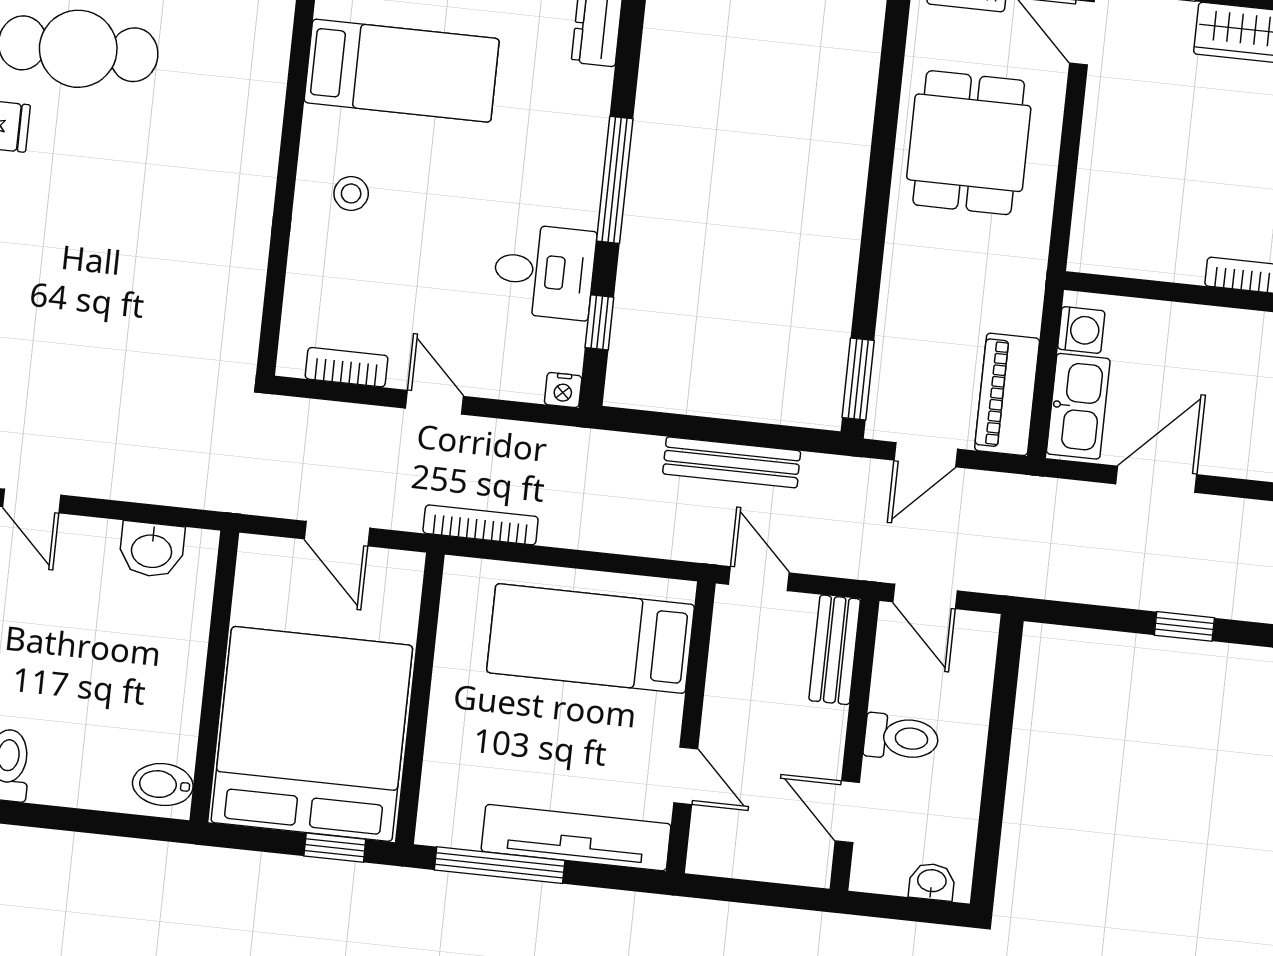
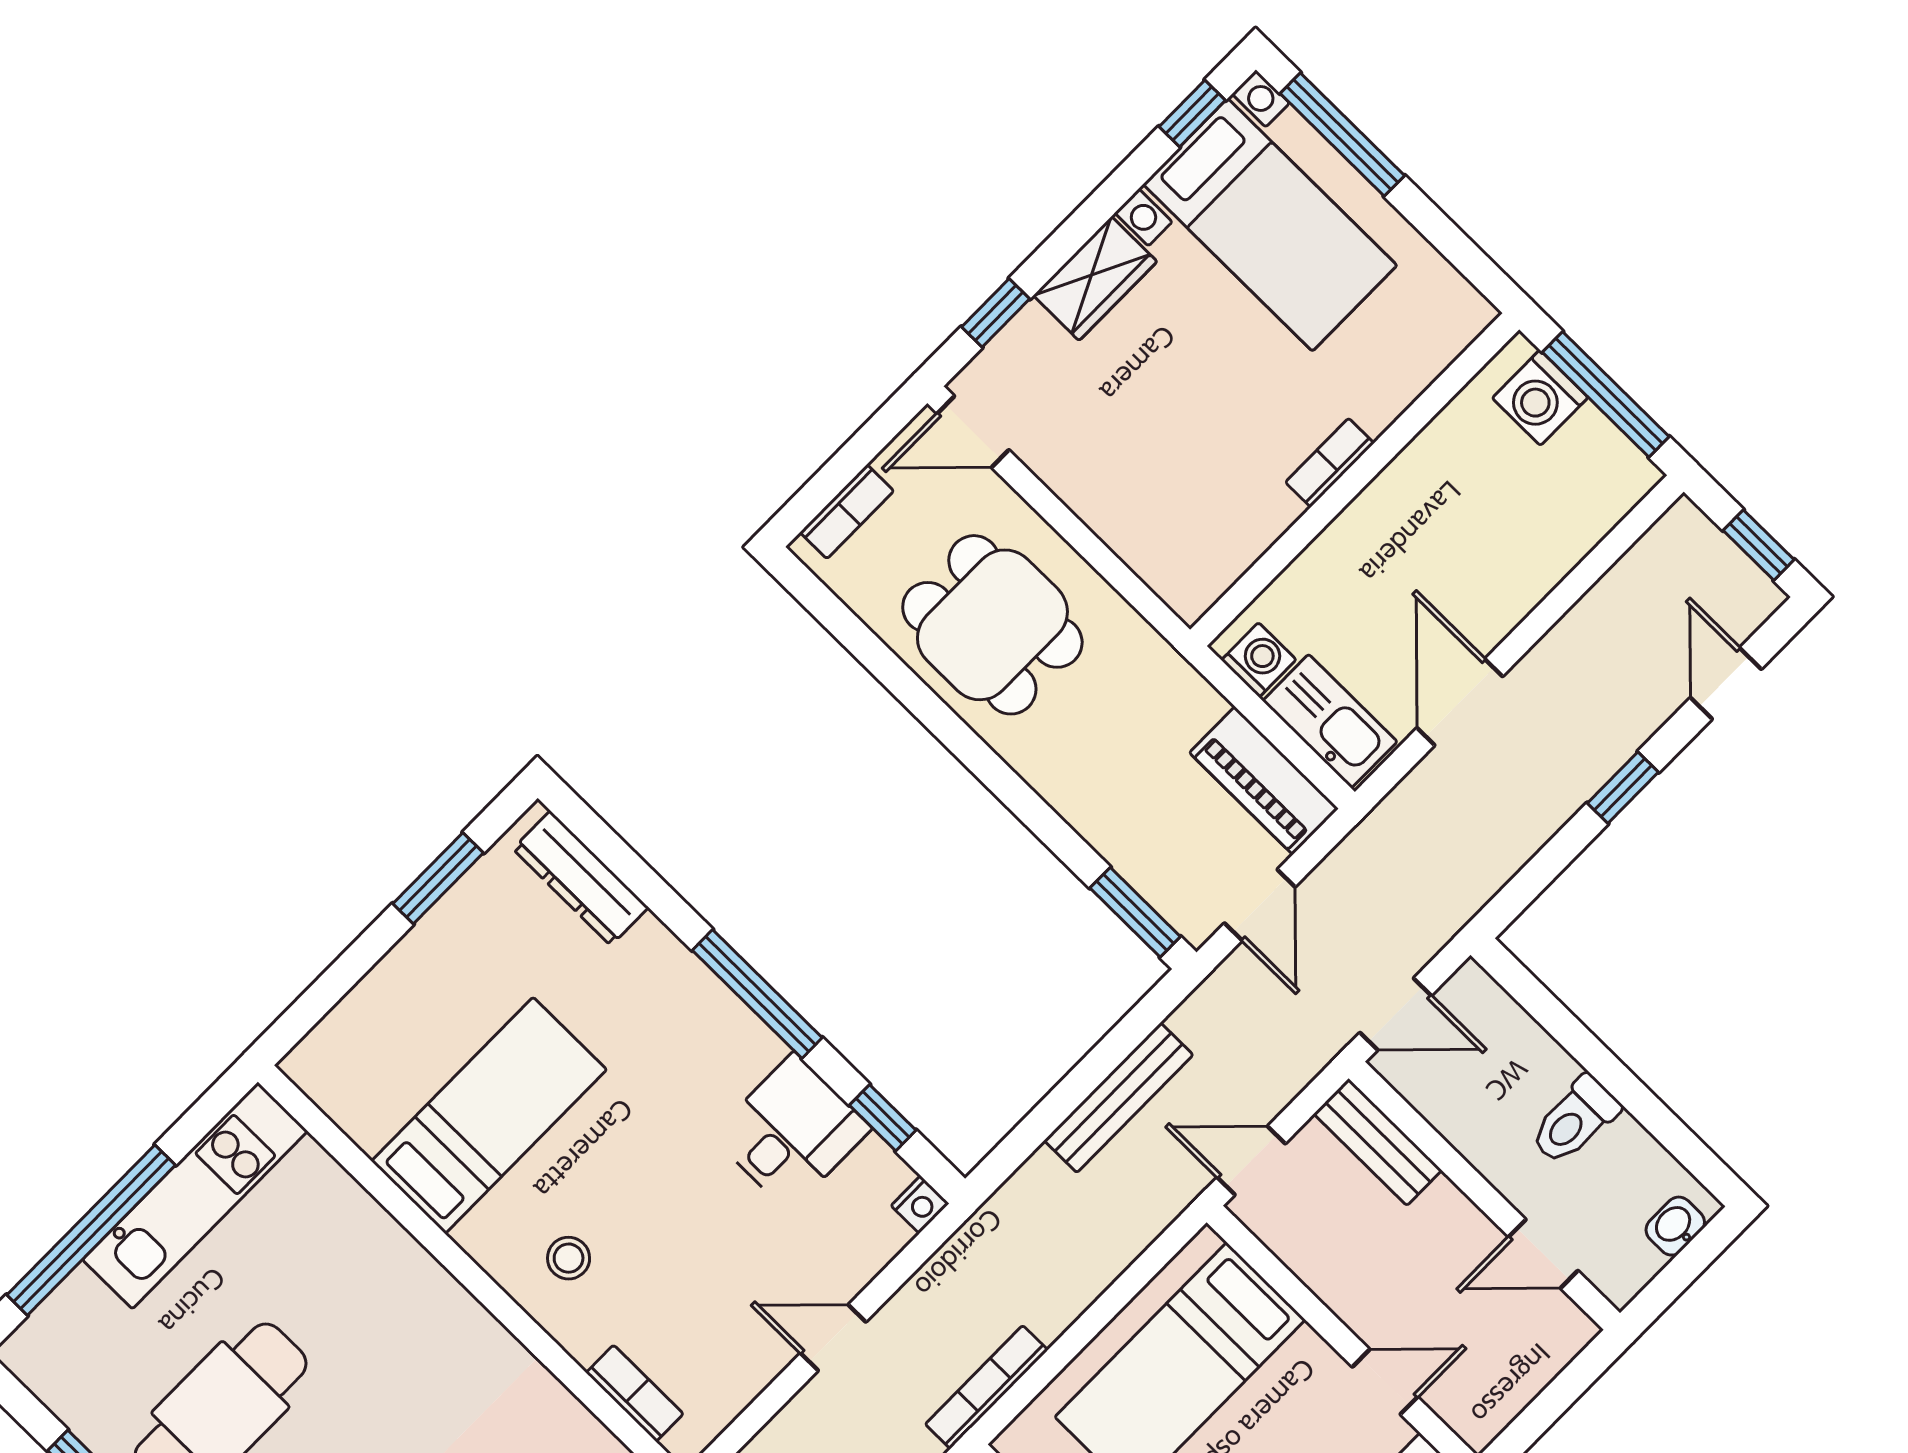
bookcase: (347, 367) -> (635, 1393), moved, turned 90
toilet: (901, 738) -> (1575, 1120), moved, turned 180

